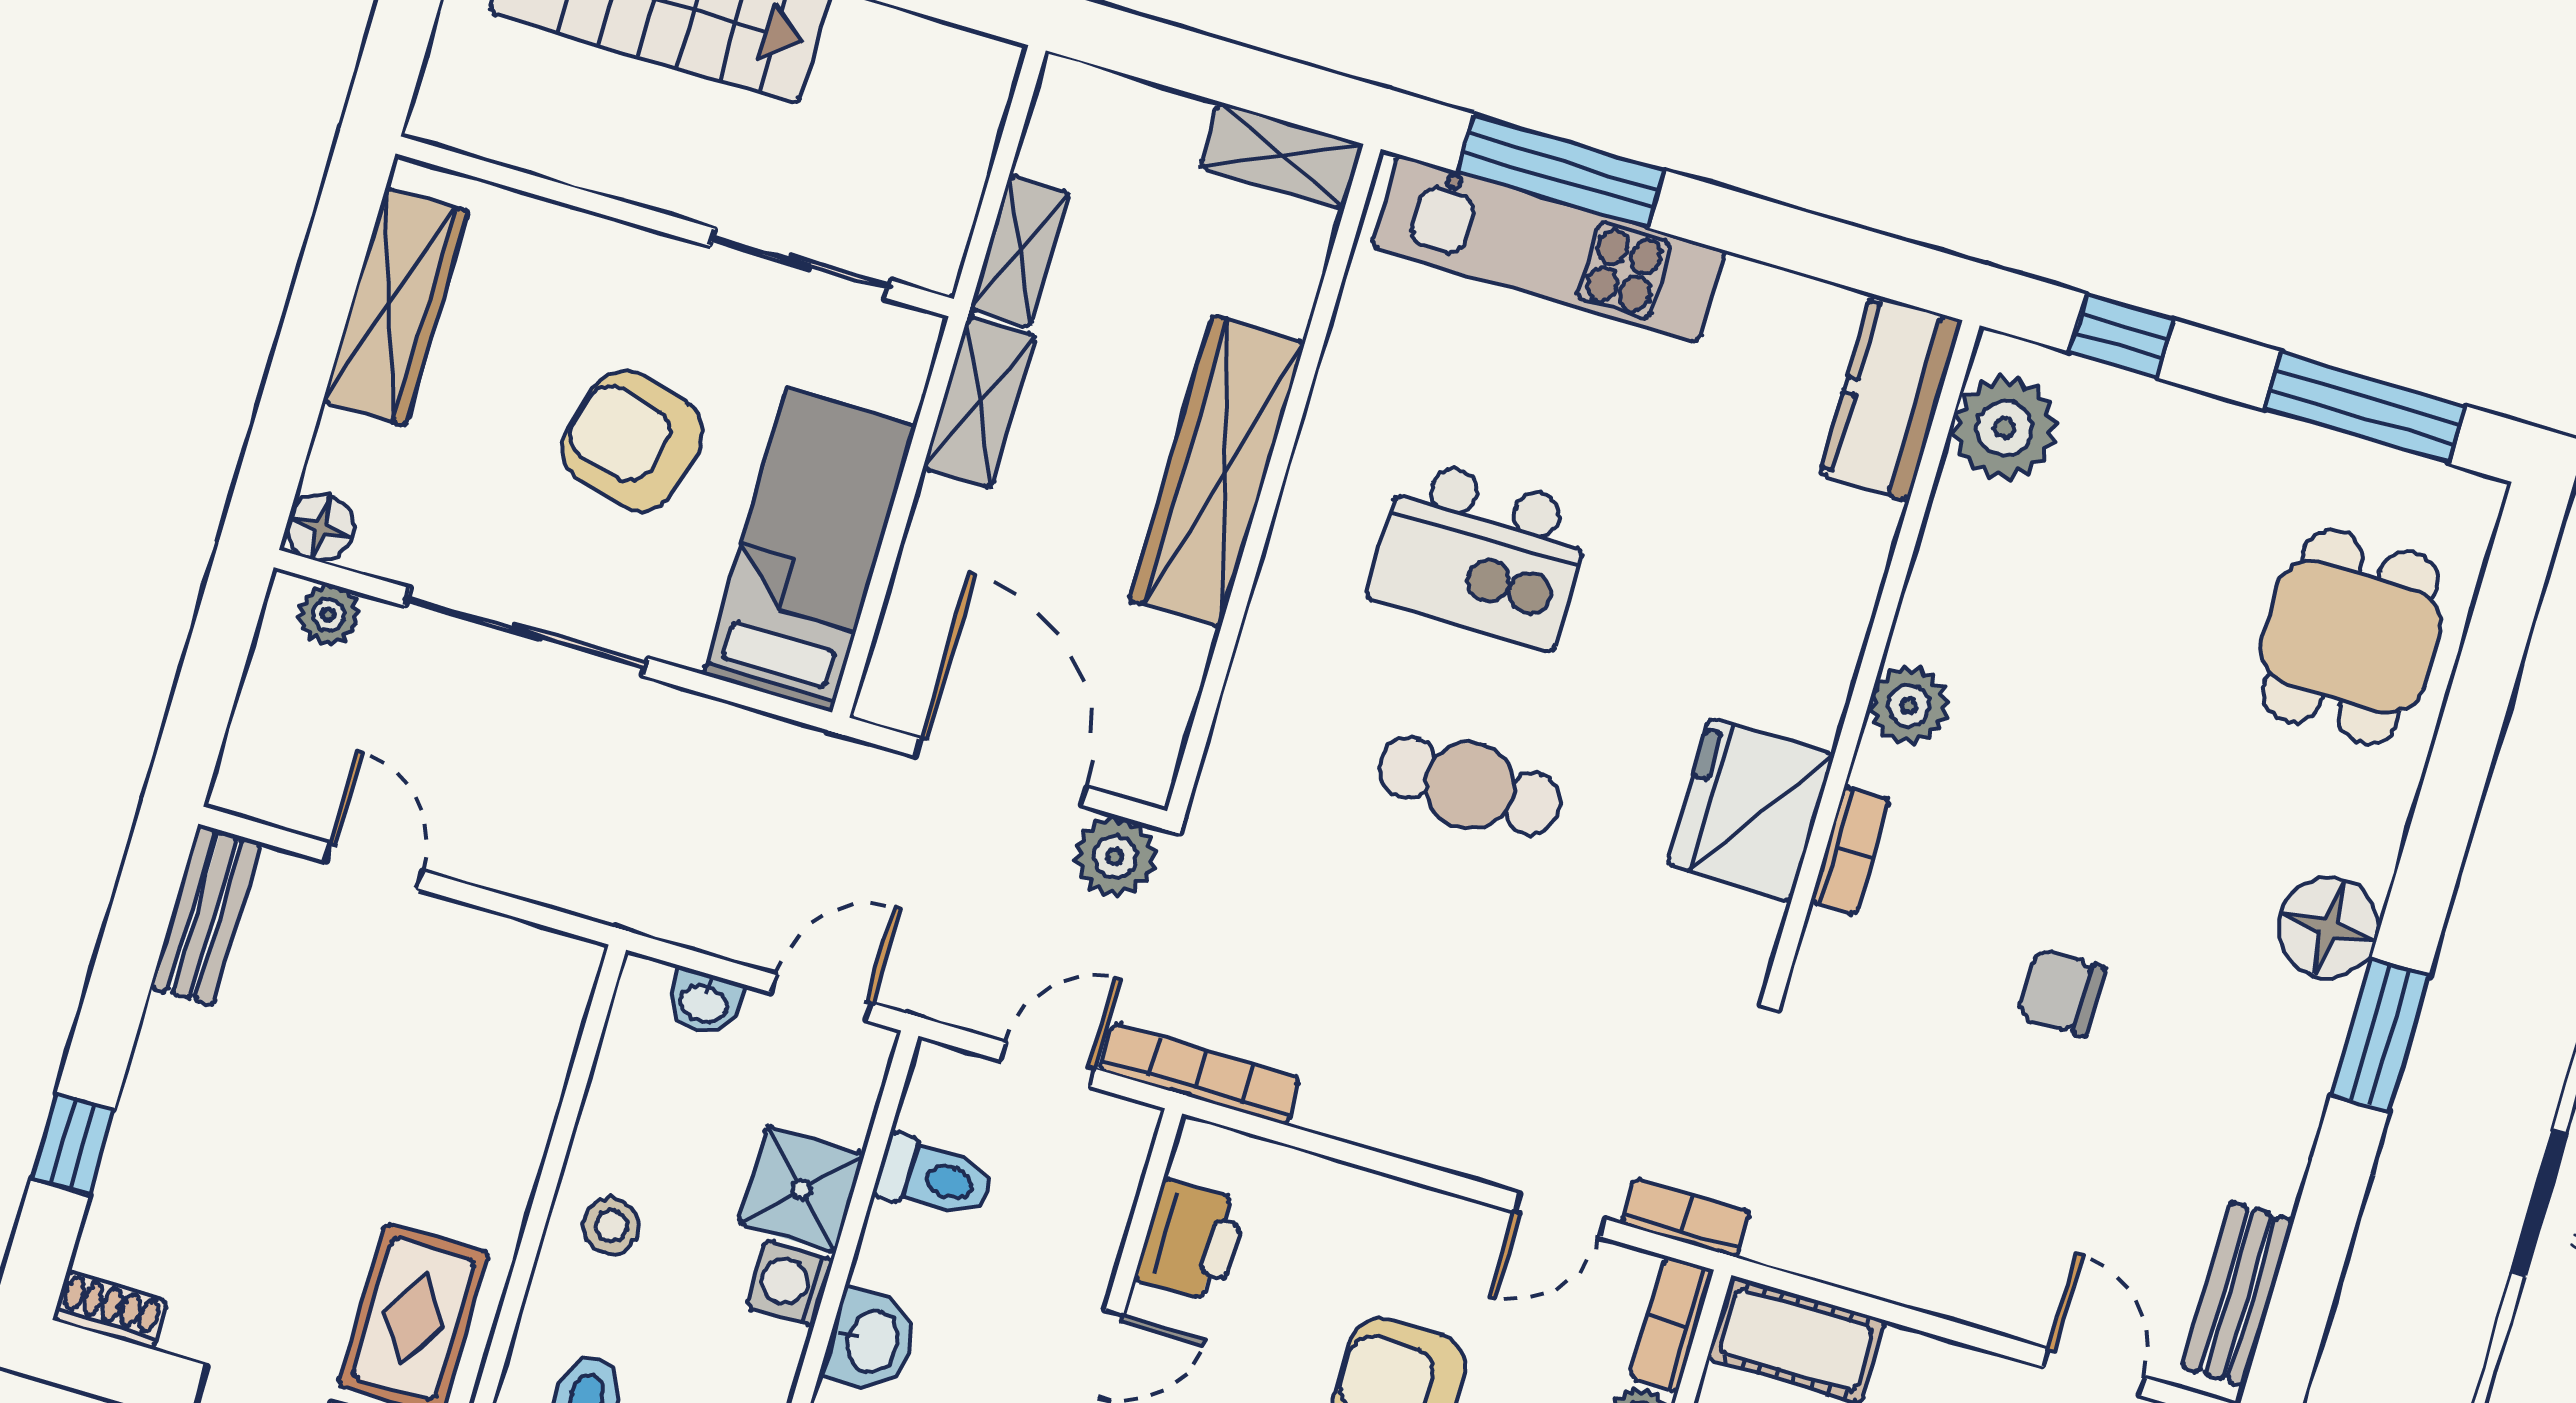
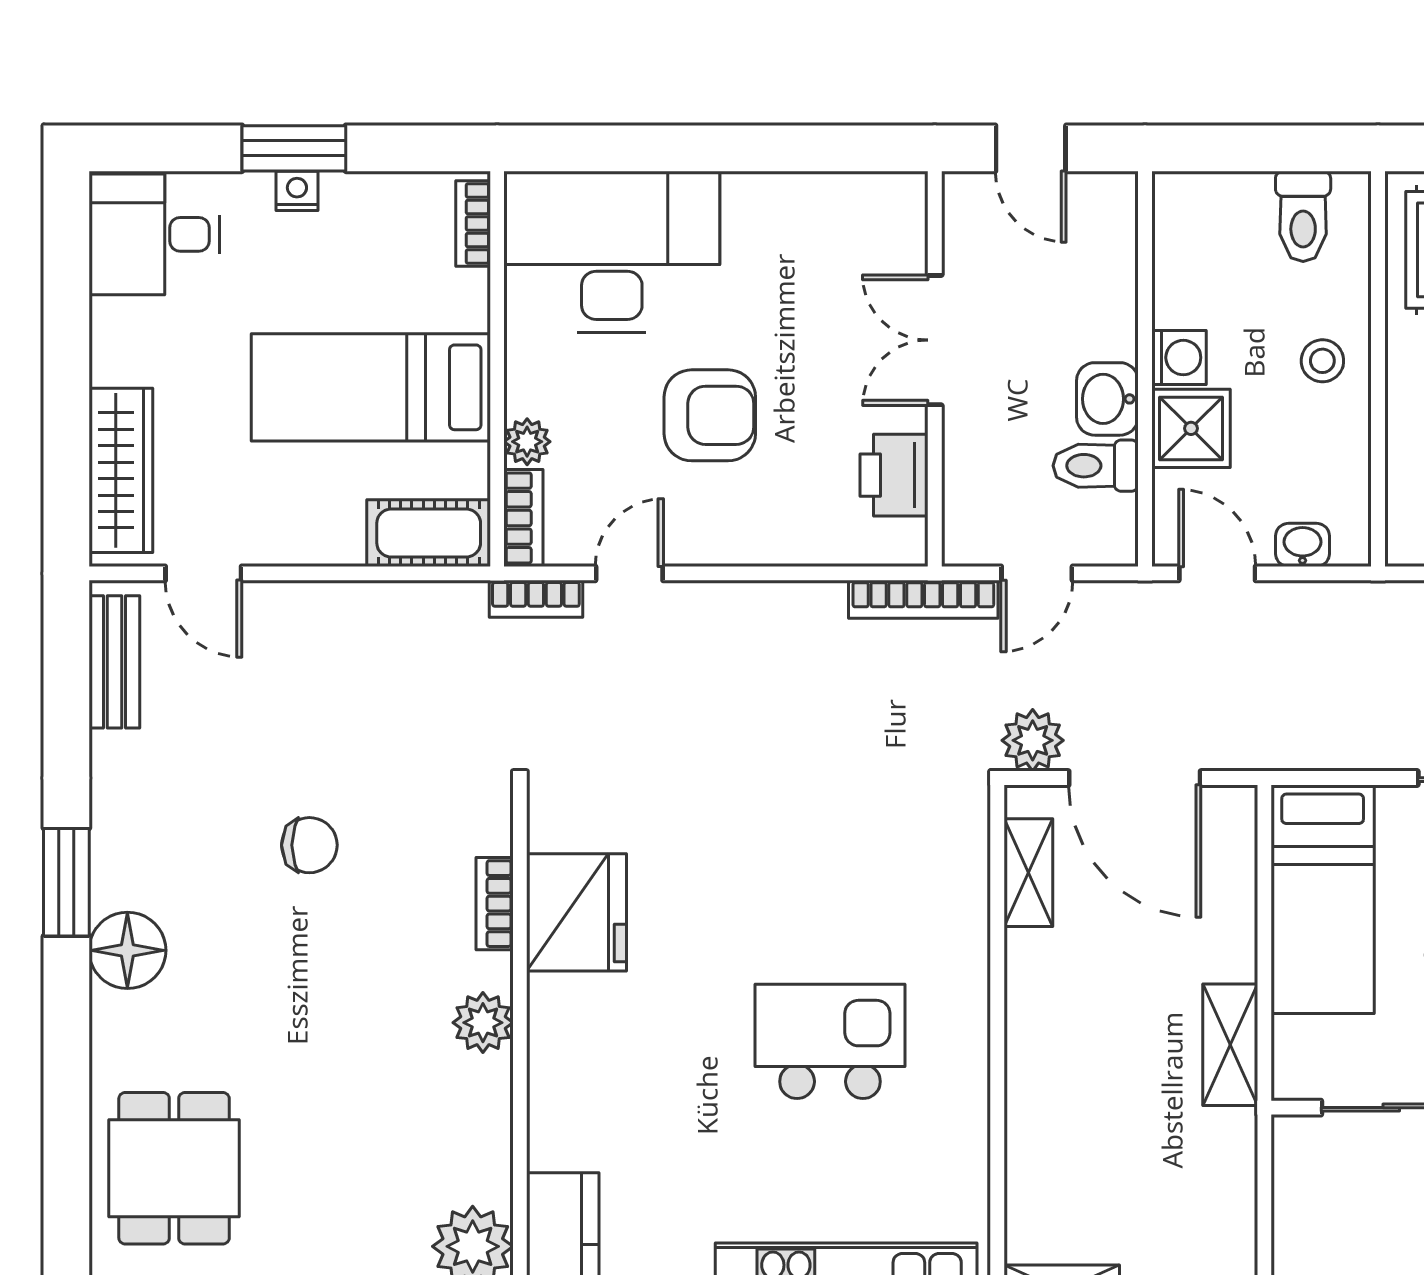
shelving: (1020, 251) -> (1028, 873), moved
wardrobe: (1217, 471) -> (1041, 1045), removed
cafe table: (1470, 785) -> (788, 869), removed
door: (822, 998) -> (1217, 573), swing flipped
washbasin: (871, 1341) -> (1107, 399), moved

